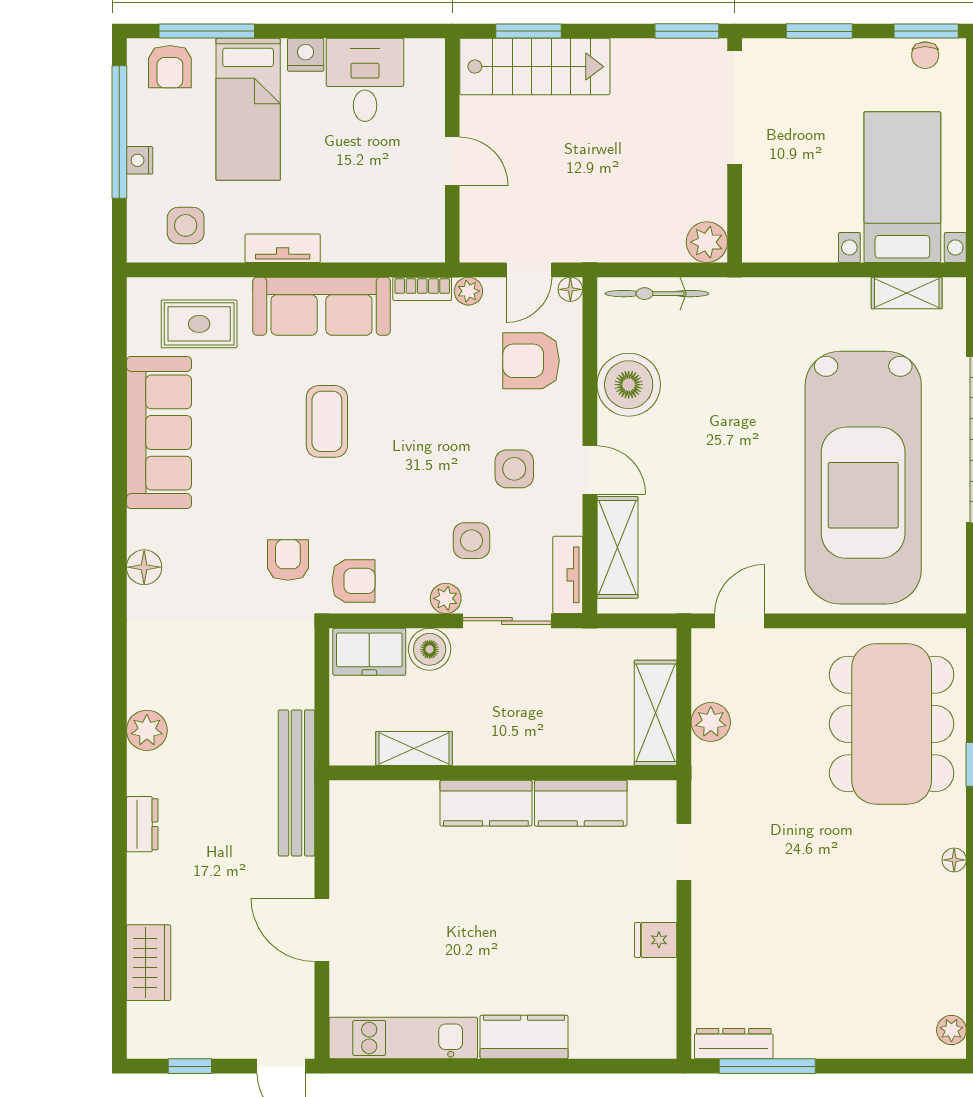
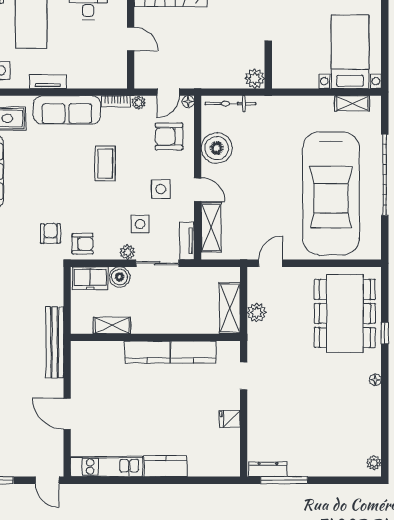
coffee table: (327, 421) -> (105, 164), moved

